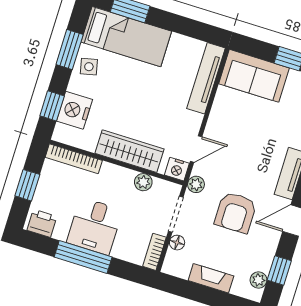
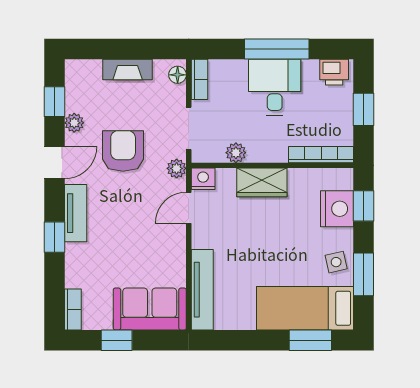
wardrobe: (129, 151) -> (262, 182), width x0.67
floor lamp: (177, 243) -> (178, 75), moved
plant: (258, 280) -> (74, 123), moved

